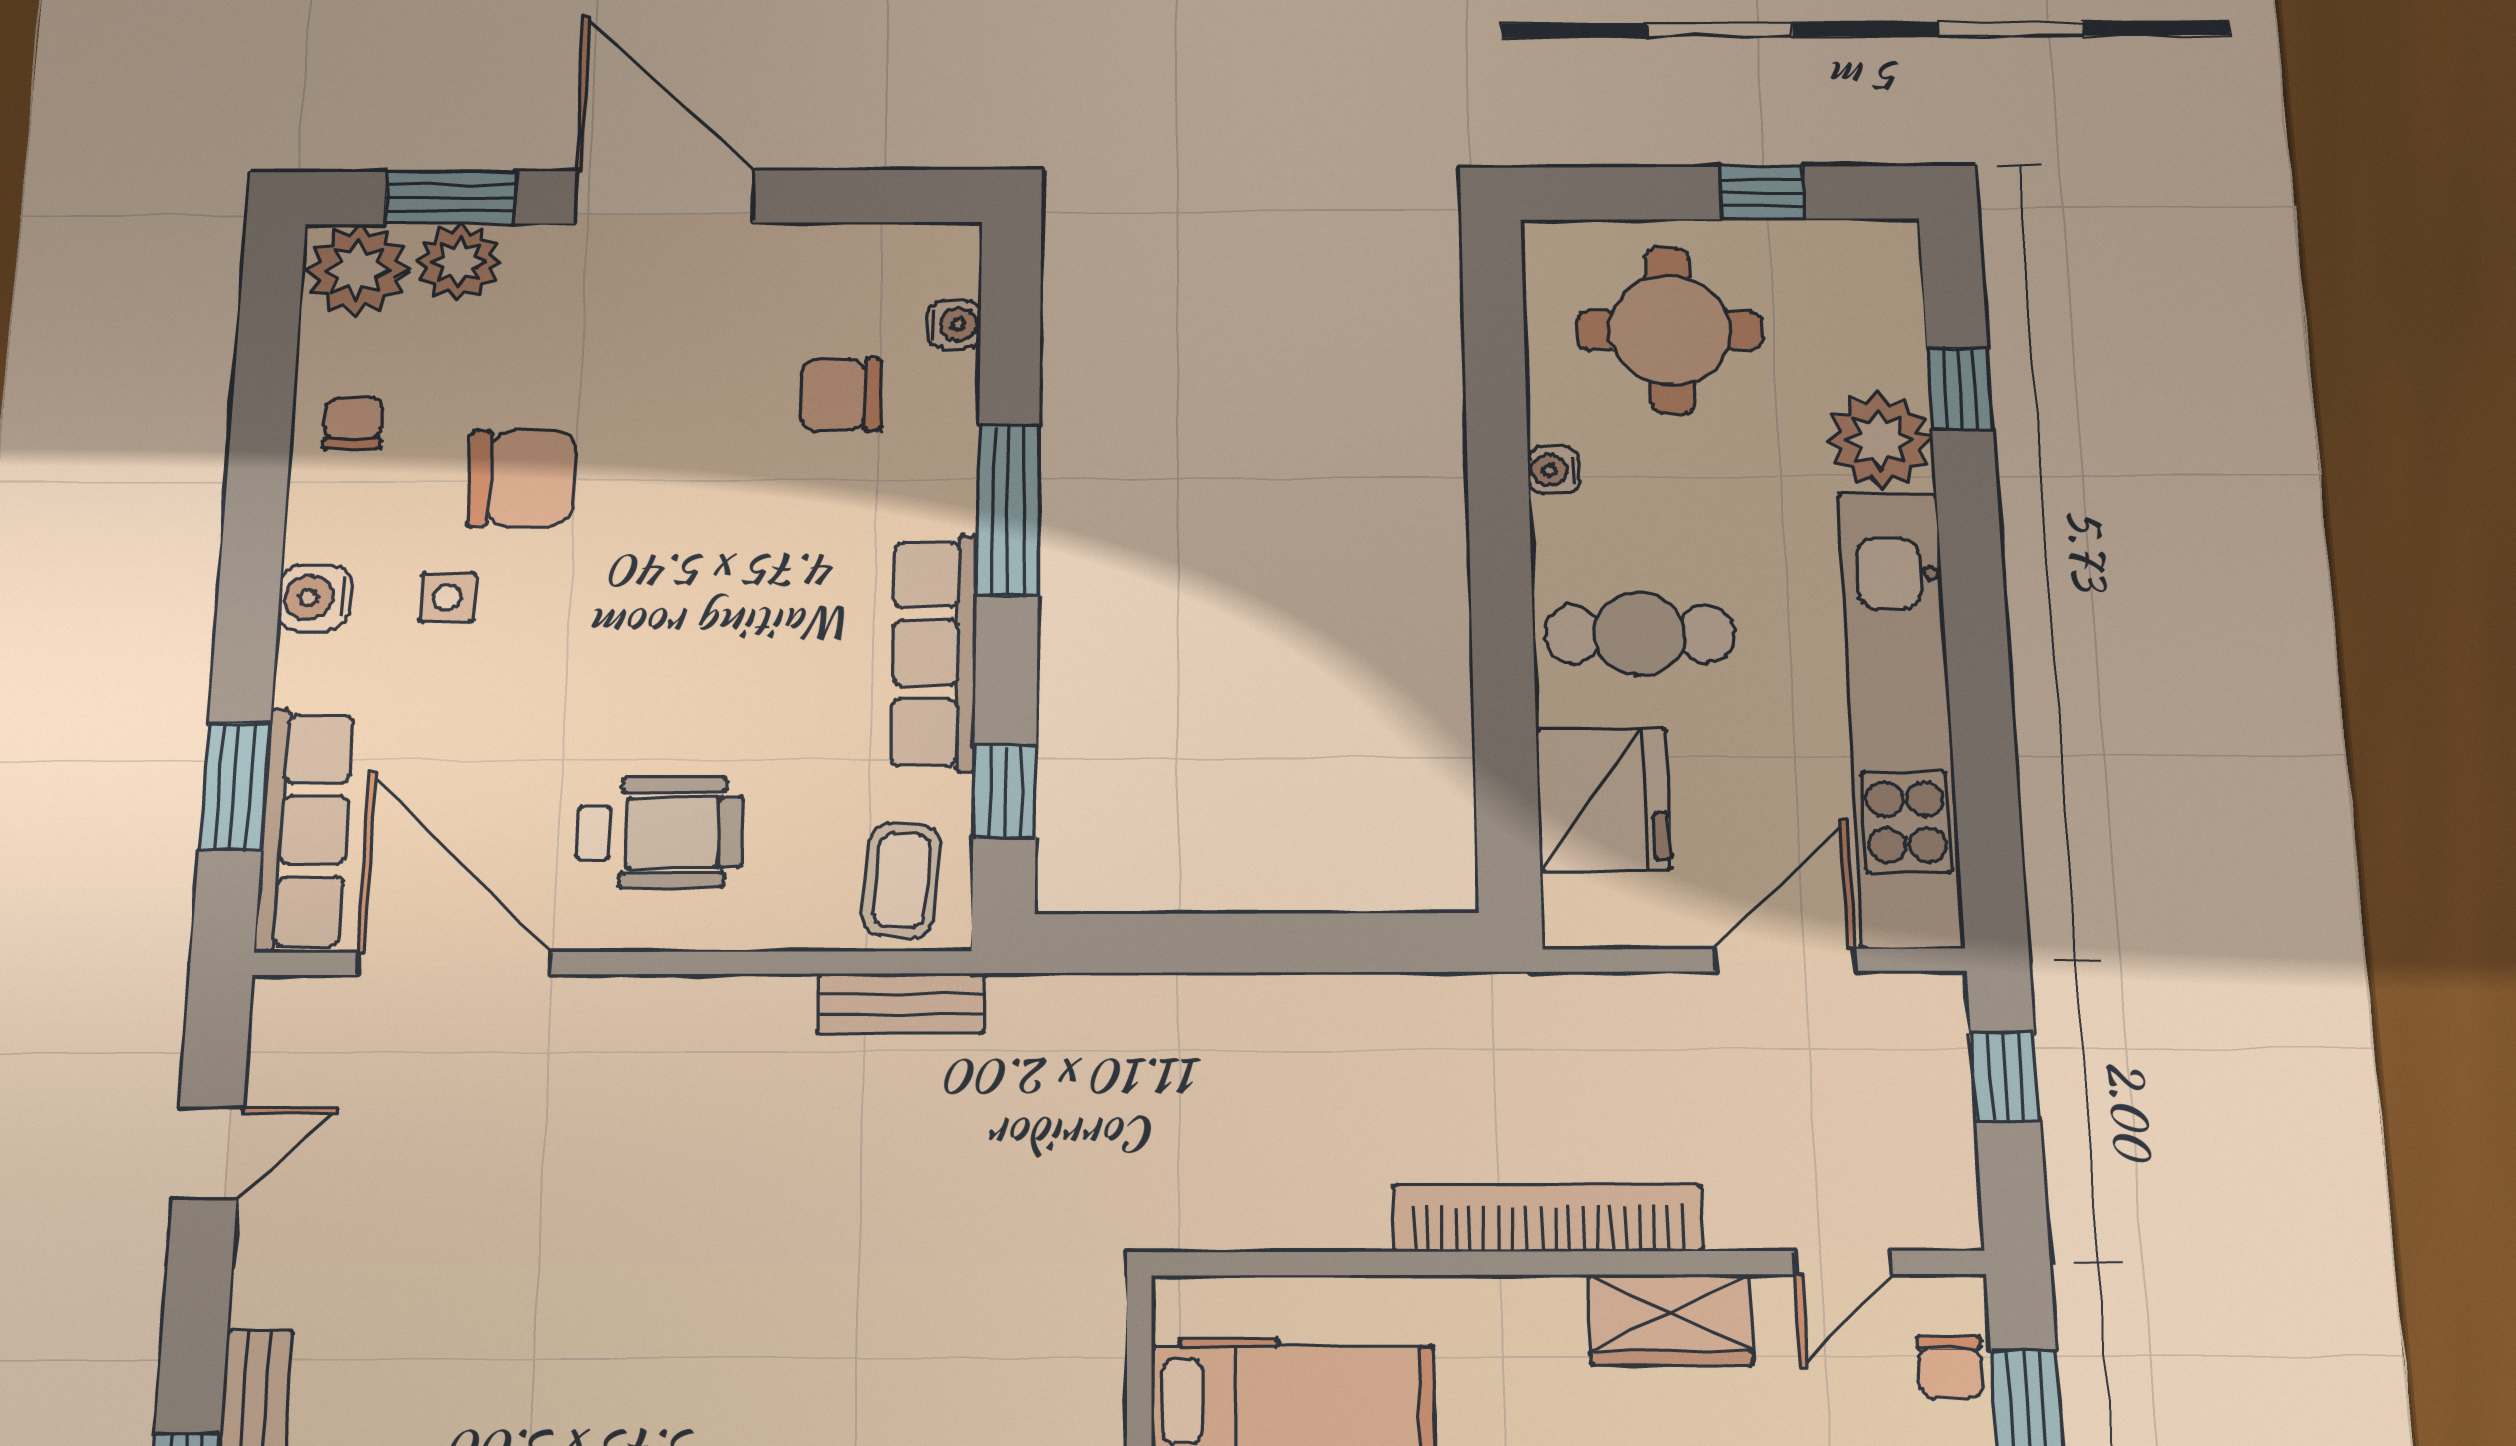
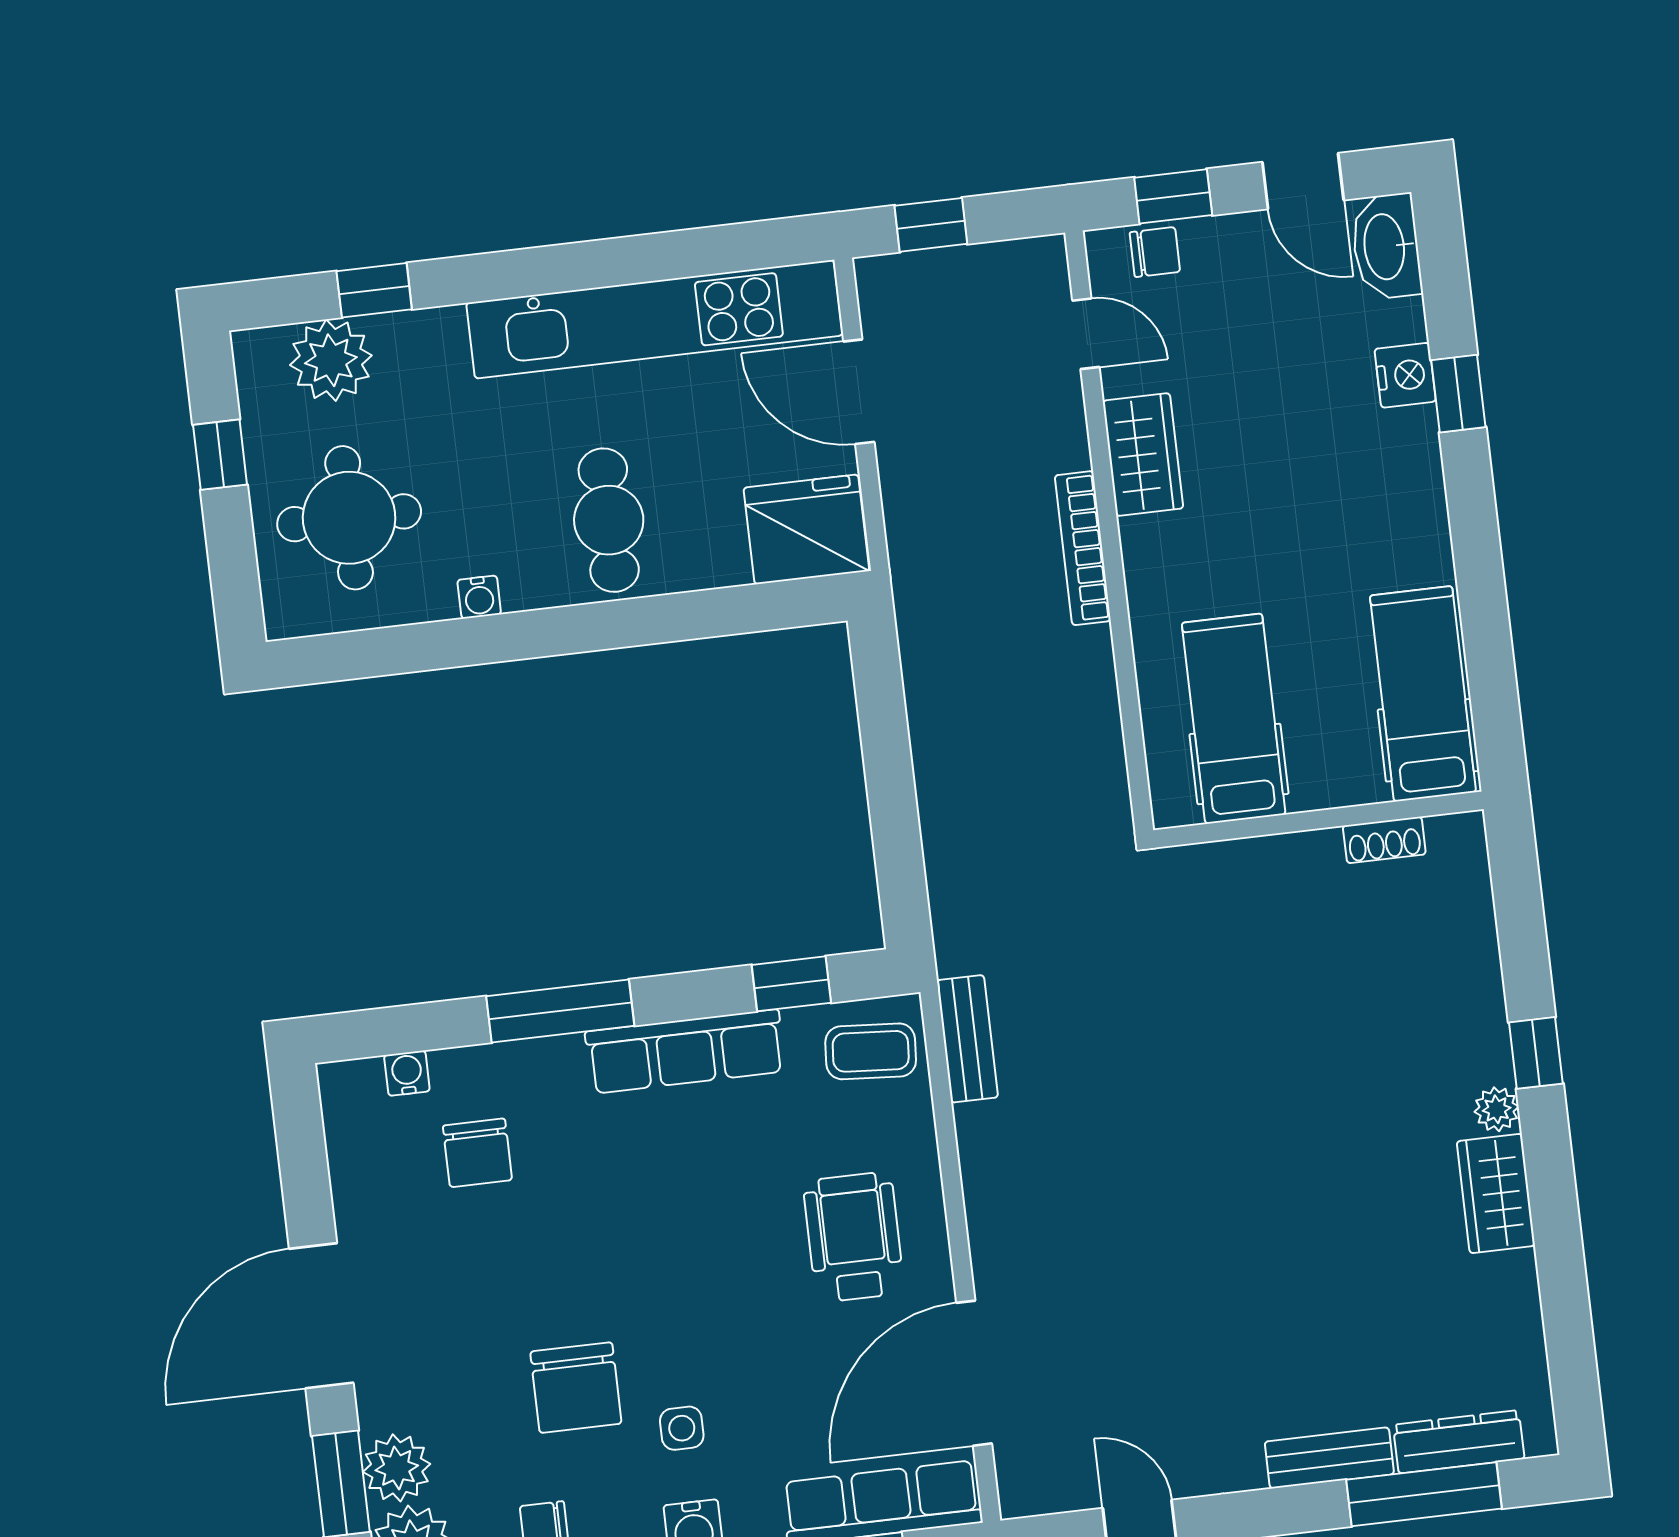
plant: (1880, 440) -> (331, 360), moved
chair: (522, 478) -> (576, 1388), turned 180
fridge: (1603, 799) -> (806, 529), moved
bookcase: (1548, 1218) -> (1083, 548), width x0.68, depth x0.76

